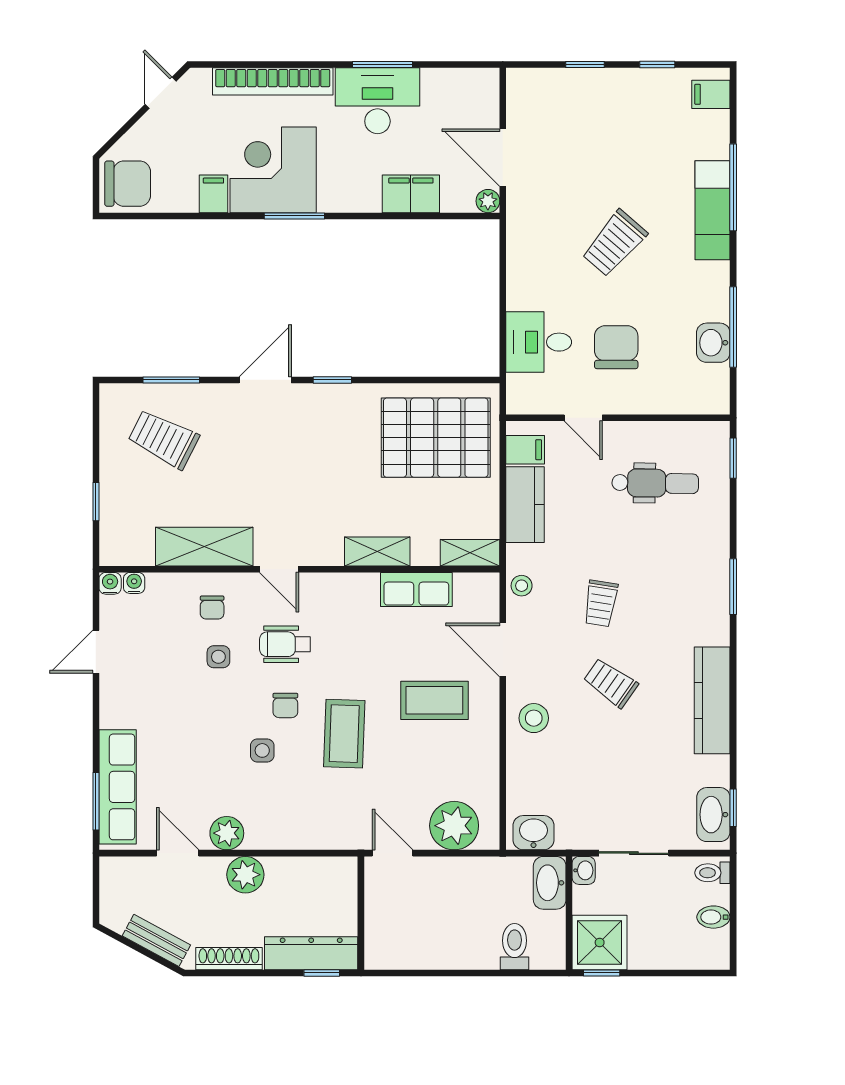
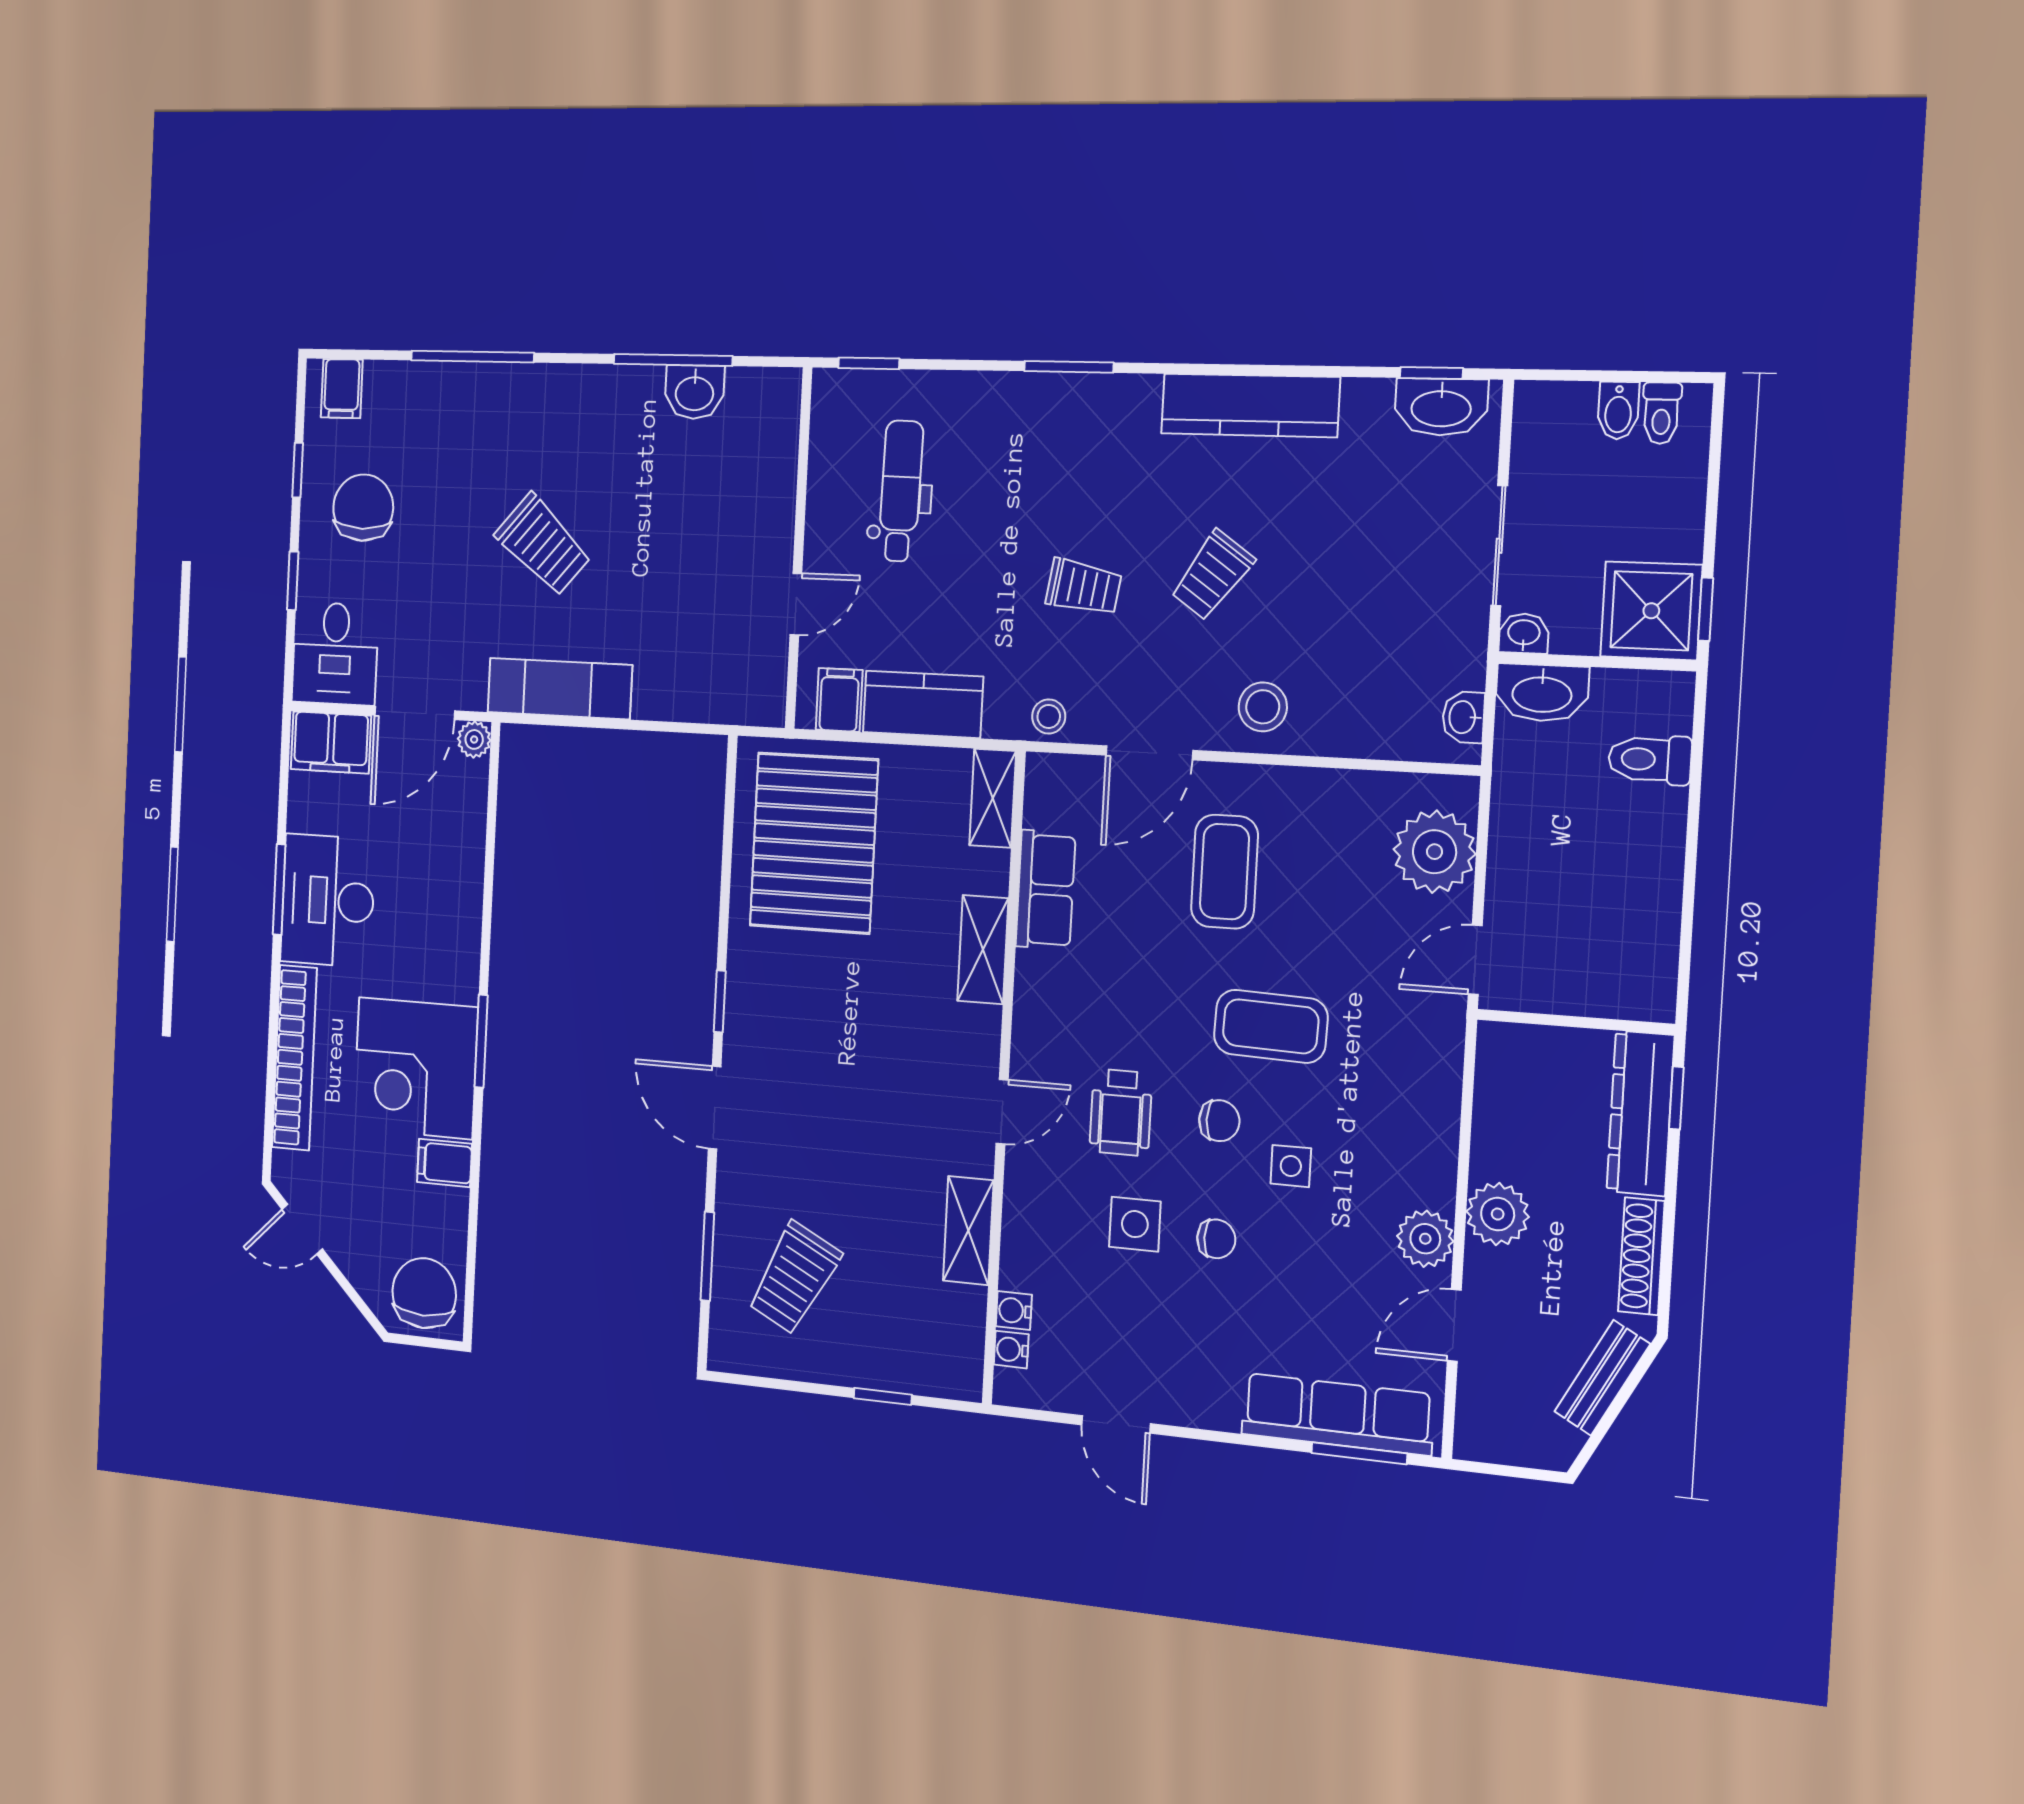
filing cabinet: (411, 194) -> (331, 742), moved, turned -90
exam couch: (713, 210) -> (560, 689), moved, turned 180
desk: (539, 342) -> (335, 654), moved
chair: (616, 347) -> (363, 508), moved, turned 90
shelving: (204, 547) -> (968, 1231), width x0.67, depth x0.75
water cooler: (110, 583) -> (1014, 1311), moved
chair: (212, 607) -> (1216, 1239), moved
side table: (218, 657) -> (1135, 1224), width x1.37, depth x1.37
washbasin: (533, 833) -> (1463, 717), width x0.72, depth x0.69
toilet: (712, 873) -> (1661, 413), moved

